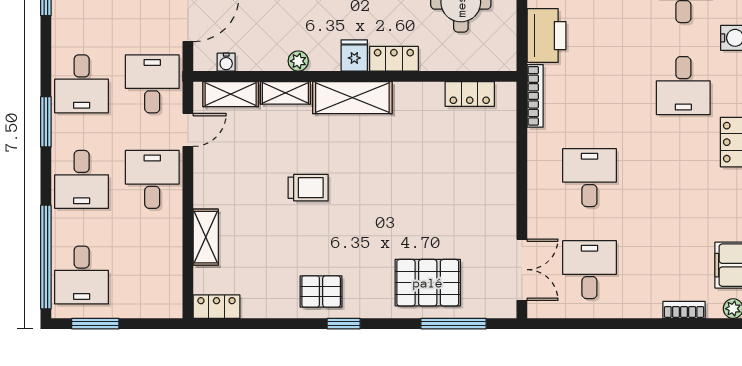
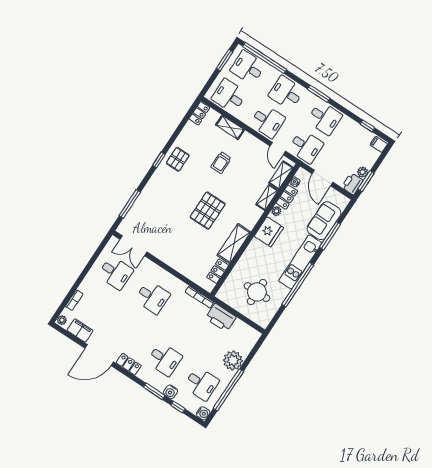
fridge: (354, 55) -> (269, 232), width x1.88, depth x1.34
locker: (394, 59) -> (287, 197), moved
desk: (82, 84) -> (325, 118), turned 180
desk: (683, 86) -> (165, 359), turned 180
shelving: (352, 98) -> (234, 244), moved
trolley: (308, 188) -> (221, 163), moved
desk: (152, 275) -> (229, 96), added
pallet: (428, 283) -> (208, 211), moved

